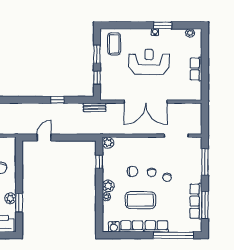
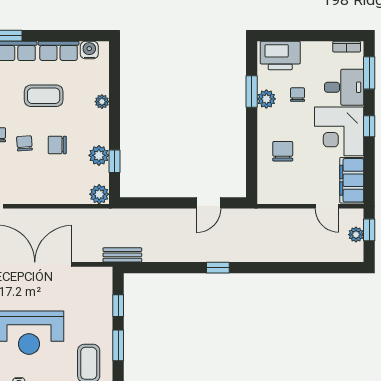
window: (57, 100) -> (218, 268), moved
plant: (108, 186) -> (99, 155), moved
coffee table: (140, 200) -> (44, 96), width x0.73, depth x0.76

